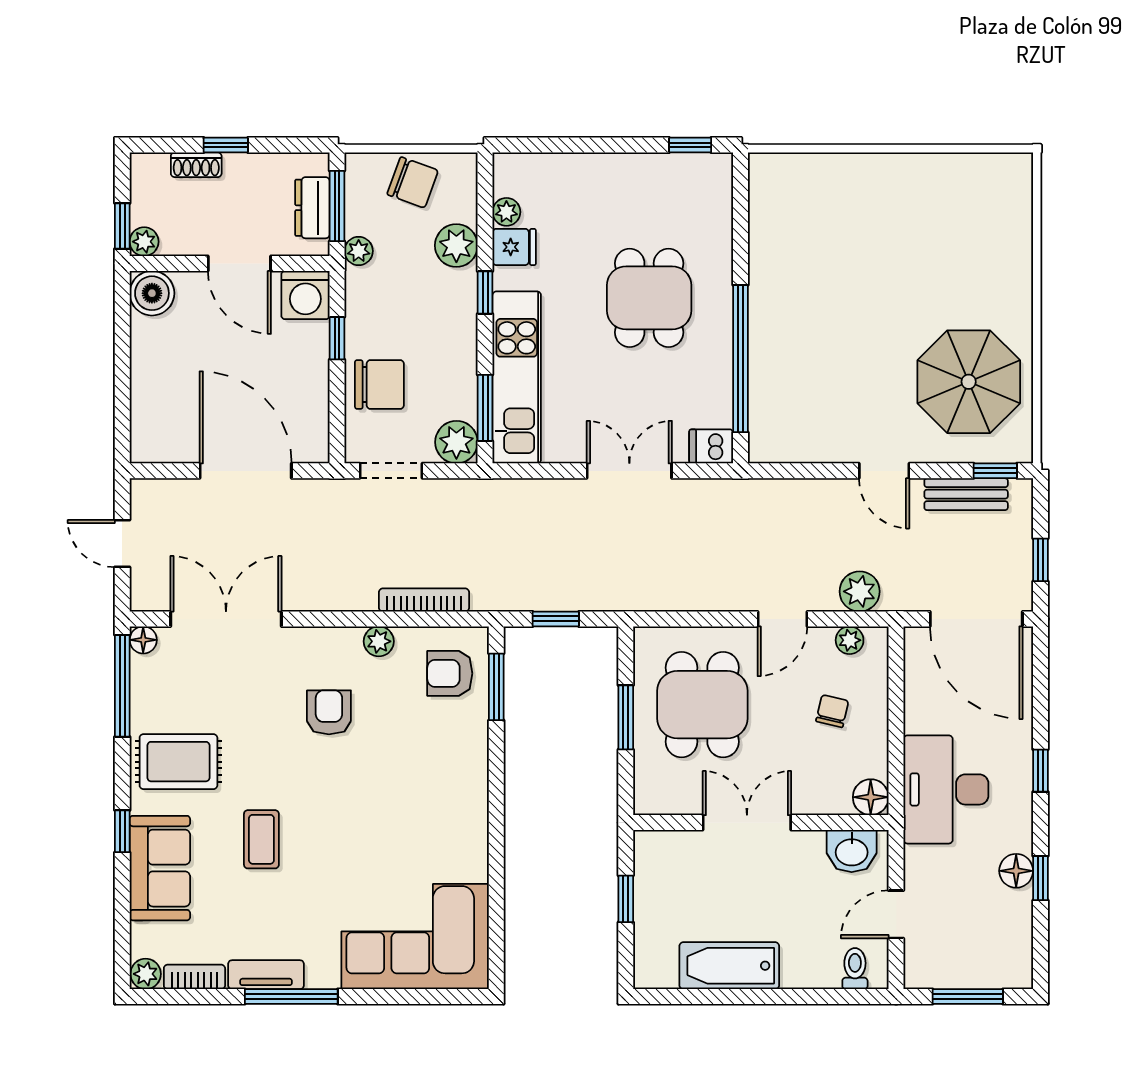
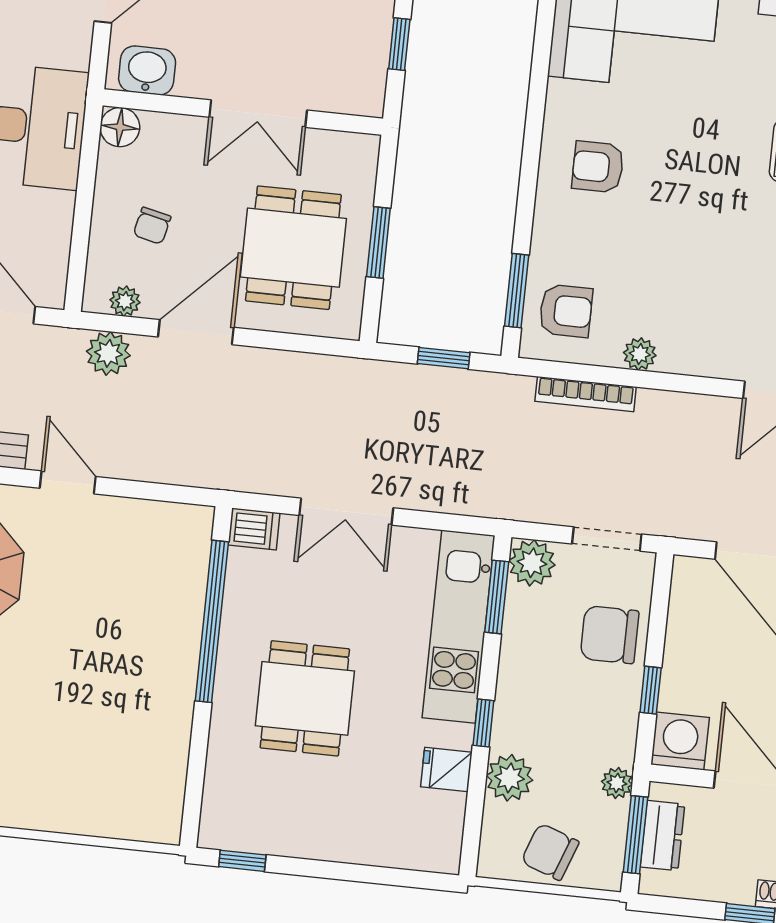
plant: (506, 212) -> (451, 809), removed
door: (782, 619) -> (196, 332), width x1.38
armchair: (329, 712) -> (598, 167), moved, turned 90

